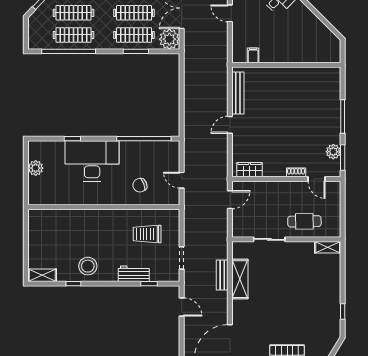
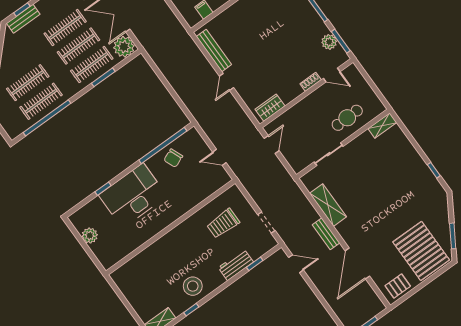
chair: (140, 185) -> (173, 158), moved
bench: (222, 275) -> (326, 234), moved

